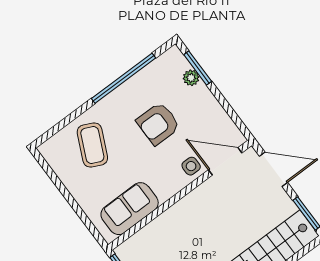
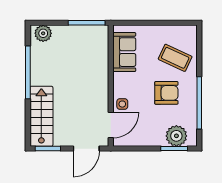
plant: (191, 78) -> (176, 136), width x1.88, depth x1.88
armchair: (158, 124) -> (166, 93), moved, turned 90

